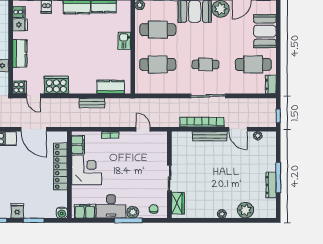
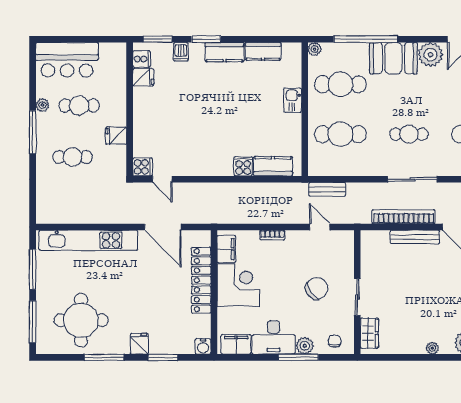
kitchen counter: (20, 53) -> (143, 118), removed
cooker: (56, 85) -> (243, 166), moved, width x0.53, depth x0.76
bench: (92, 103) -> (327, 189), moved
chair: (141, 172) -> (317, 288), added

